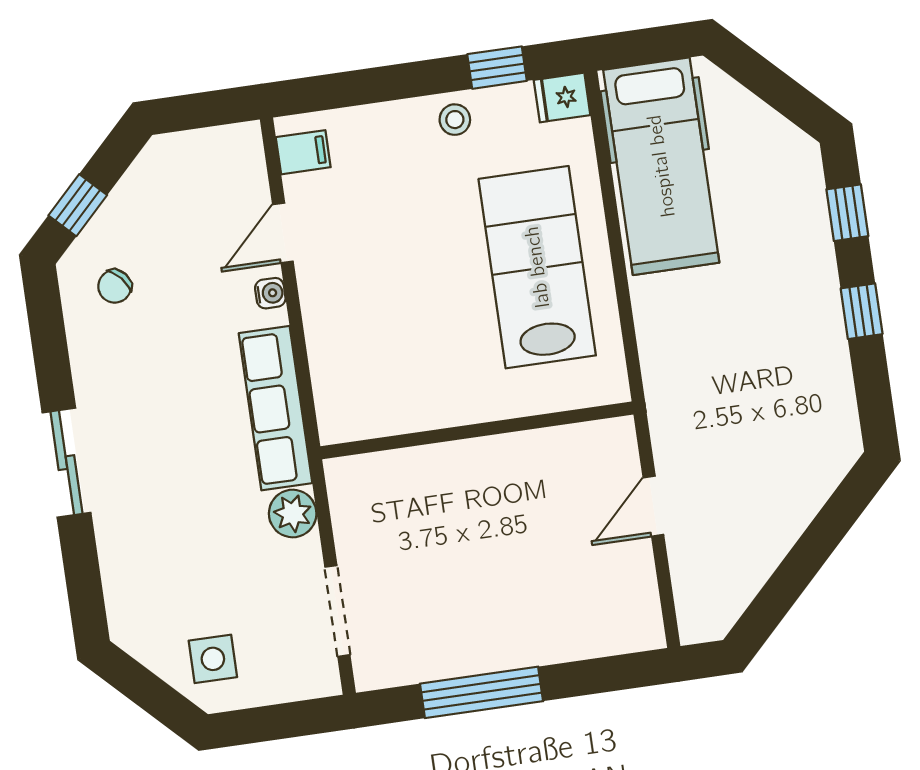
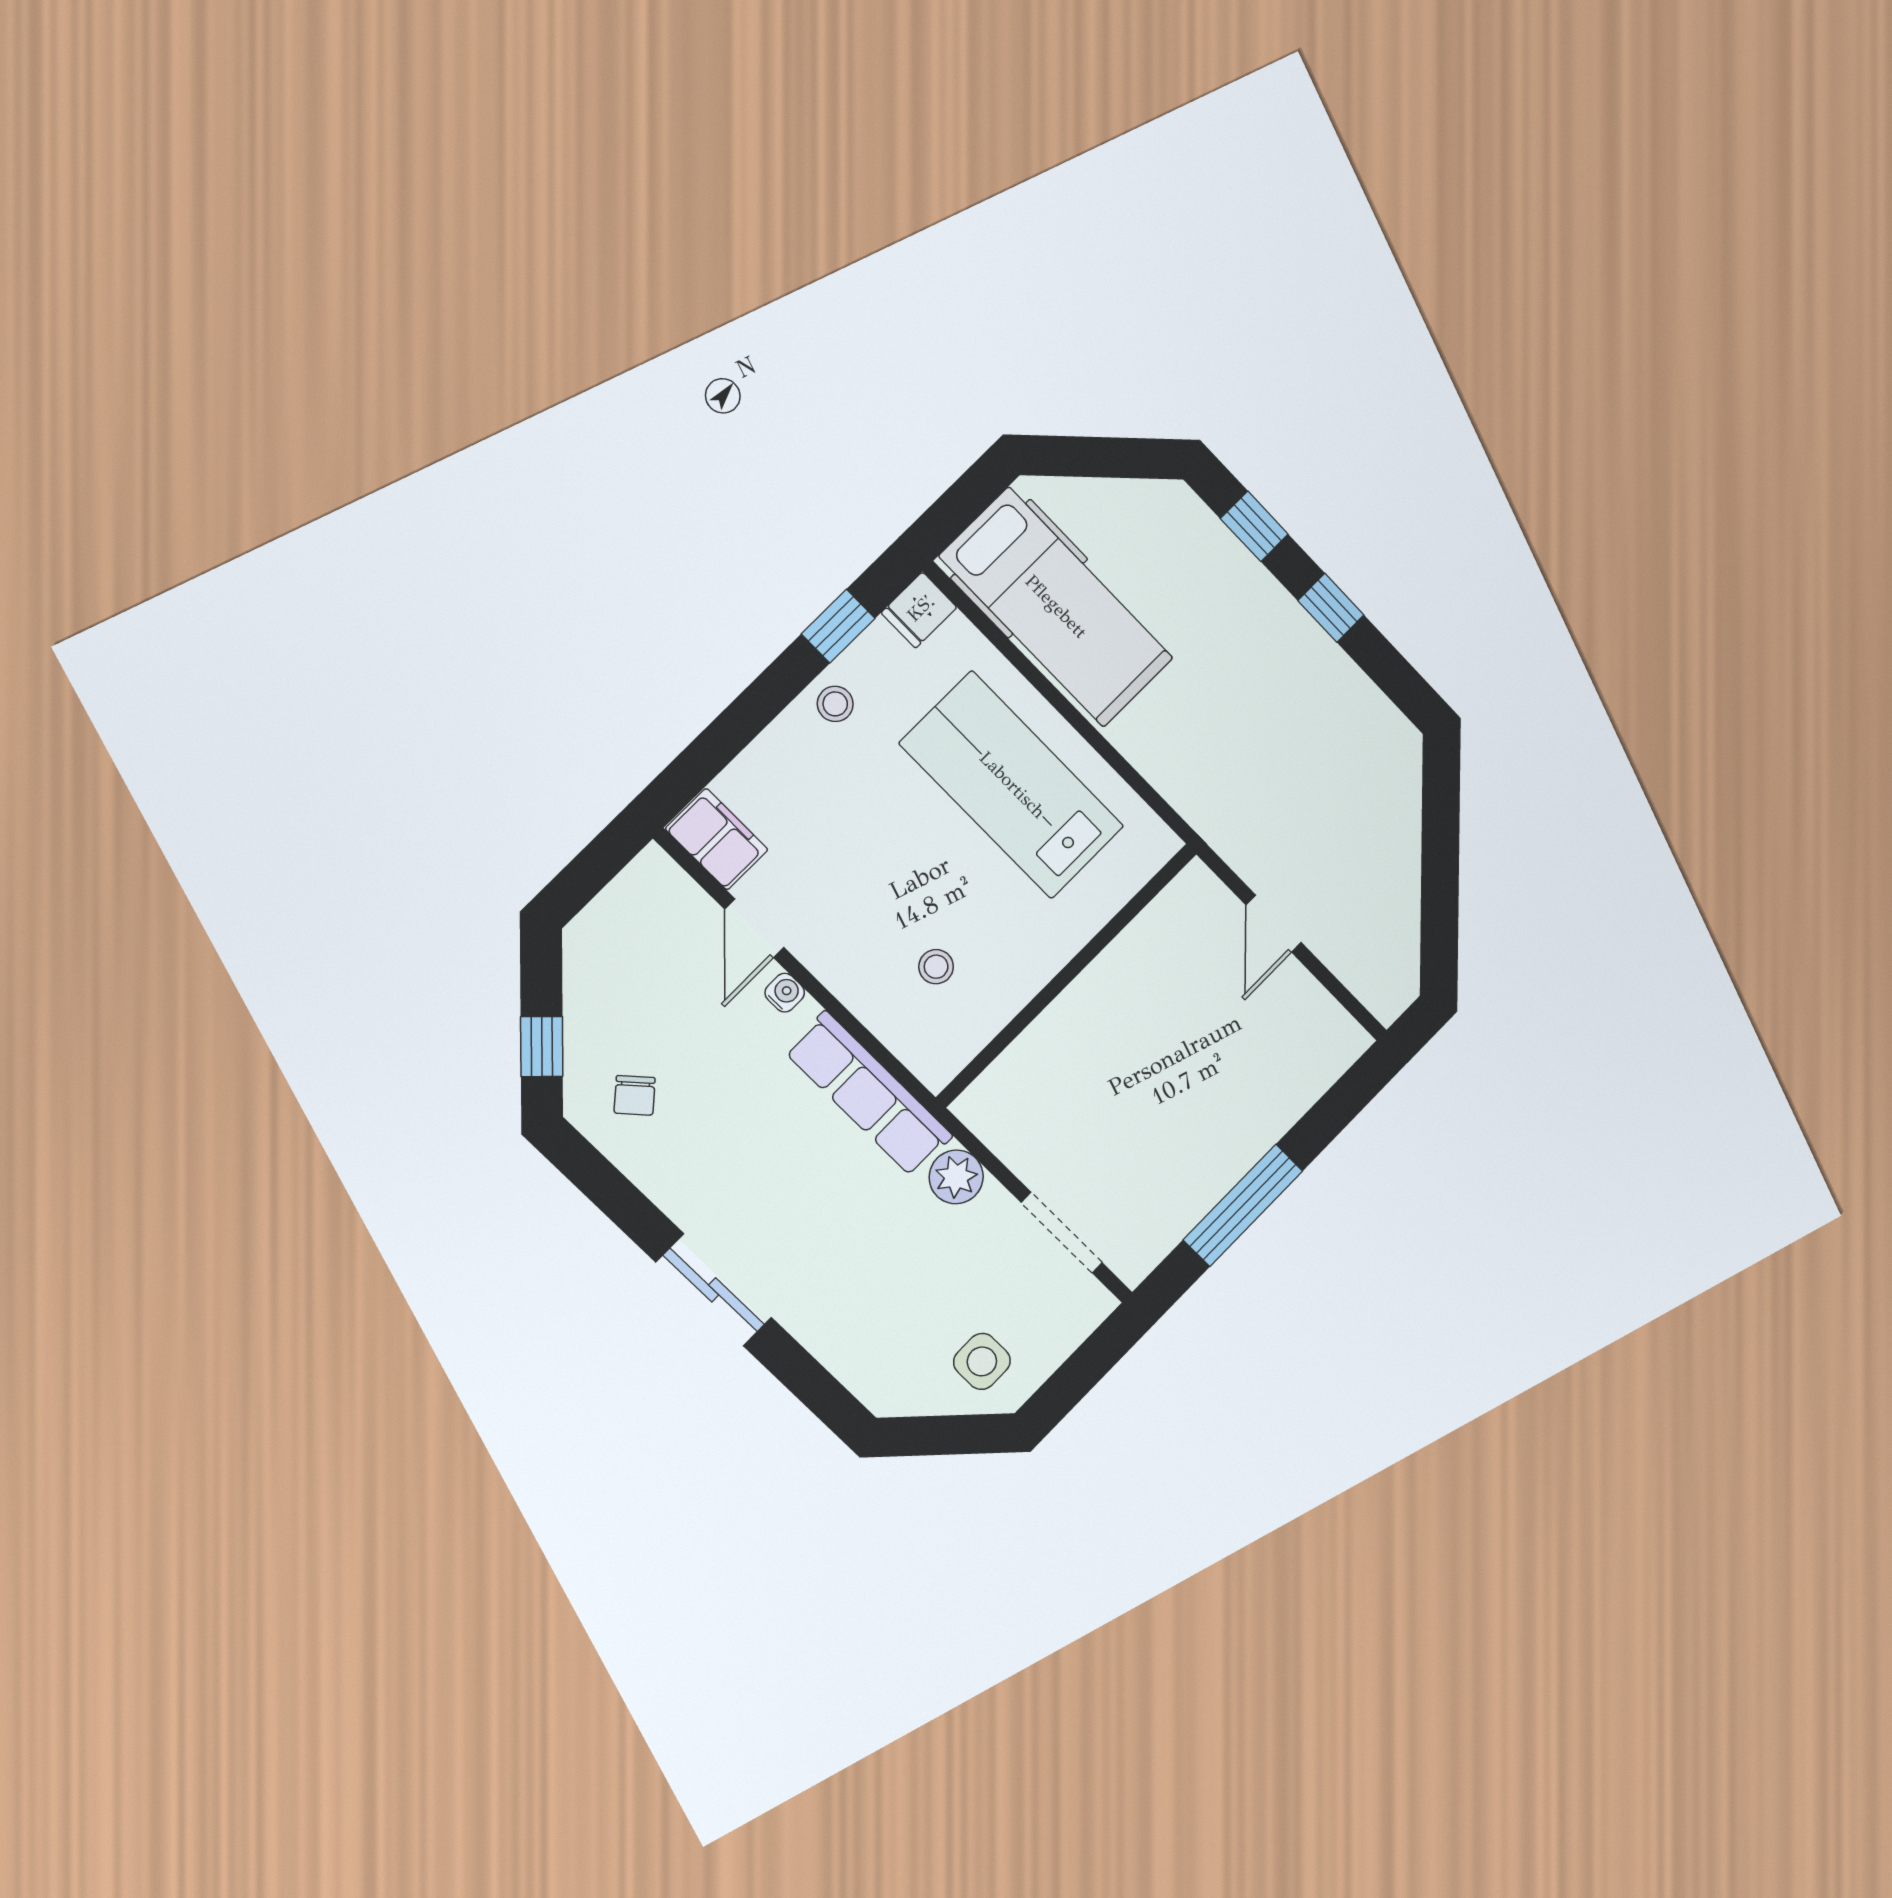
filing cabinet: (303, 152) -> (717, 839), width x2.00
stool: (389, 355) -> (936, 967), added

